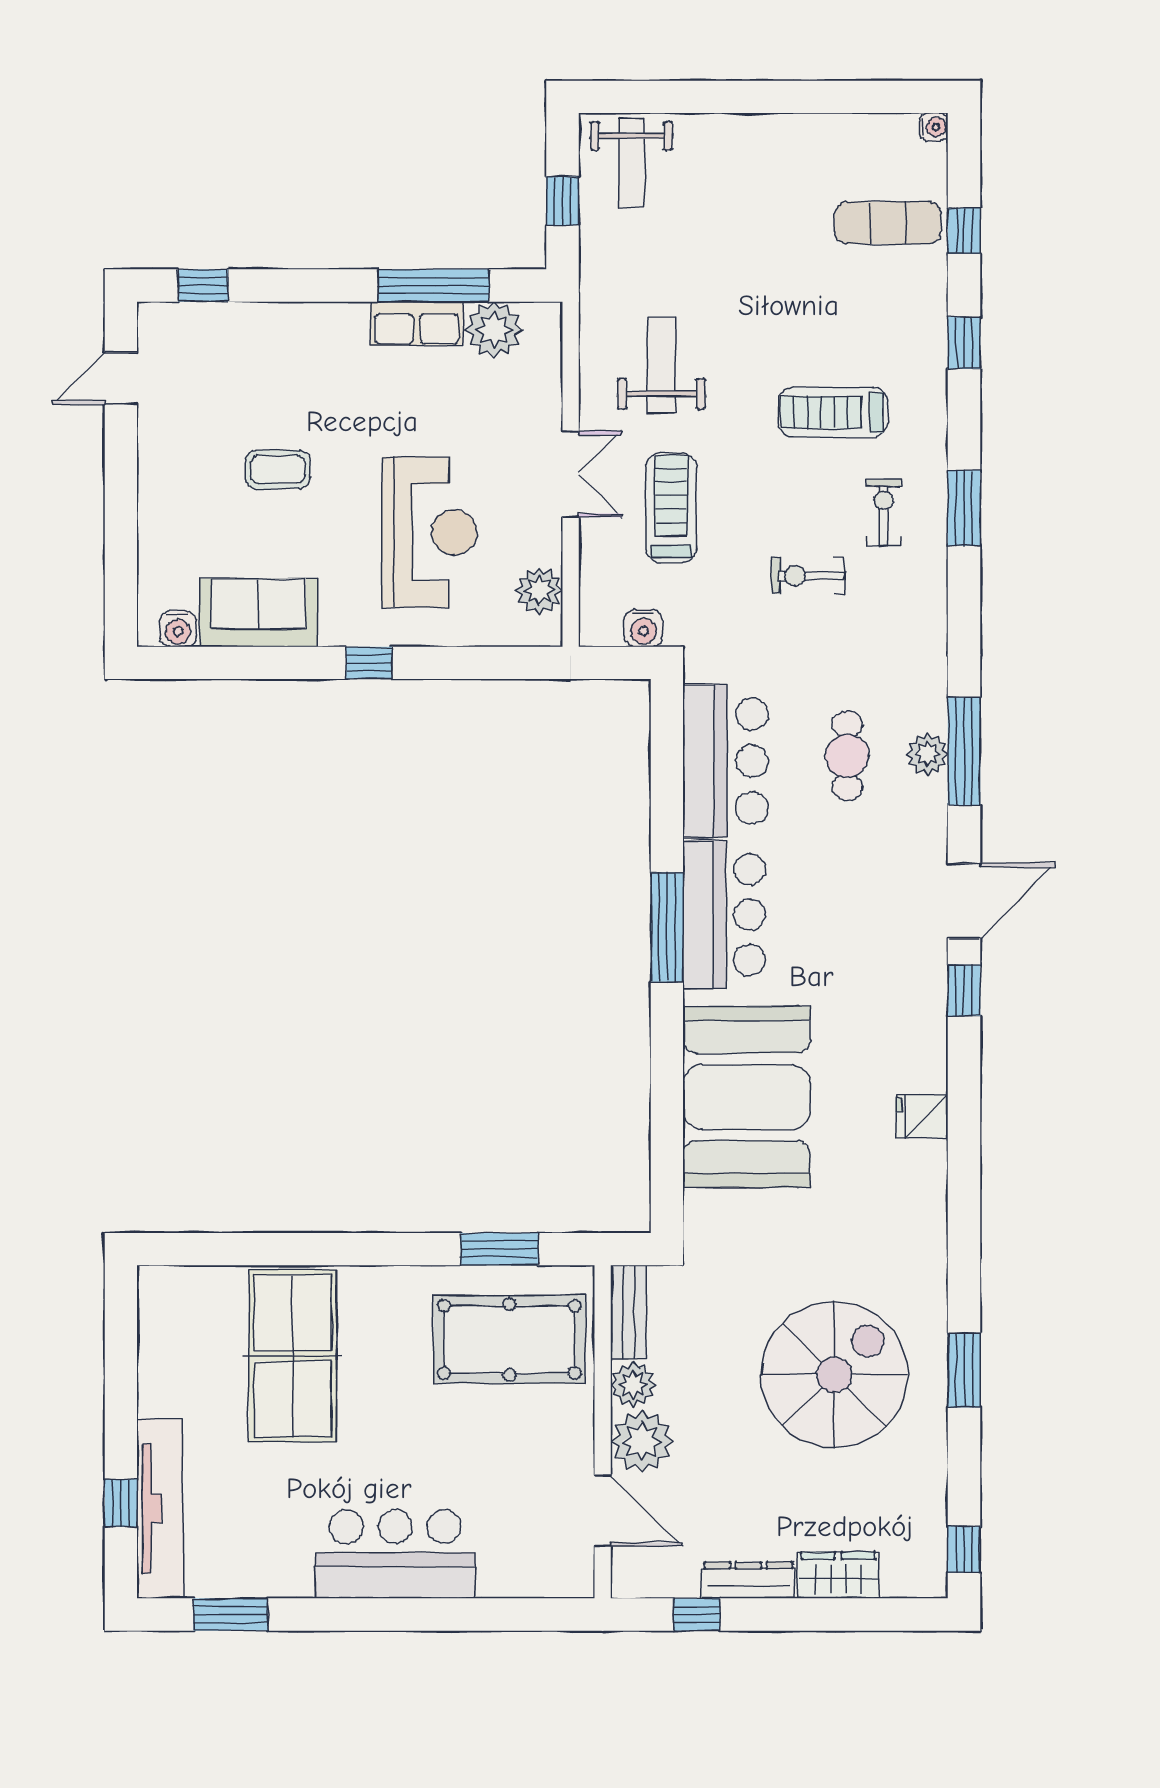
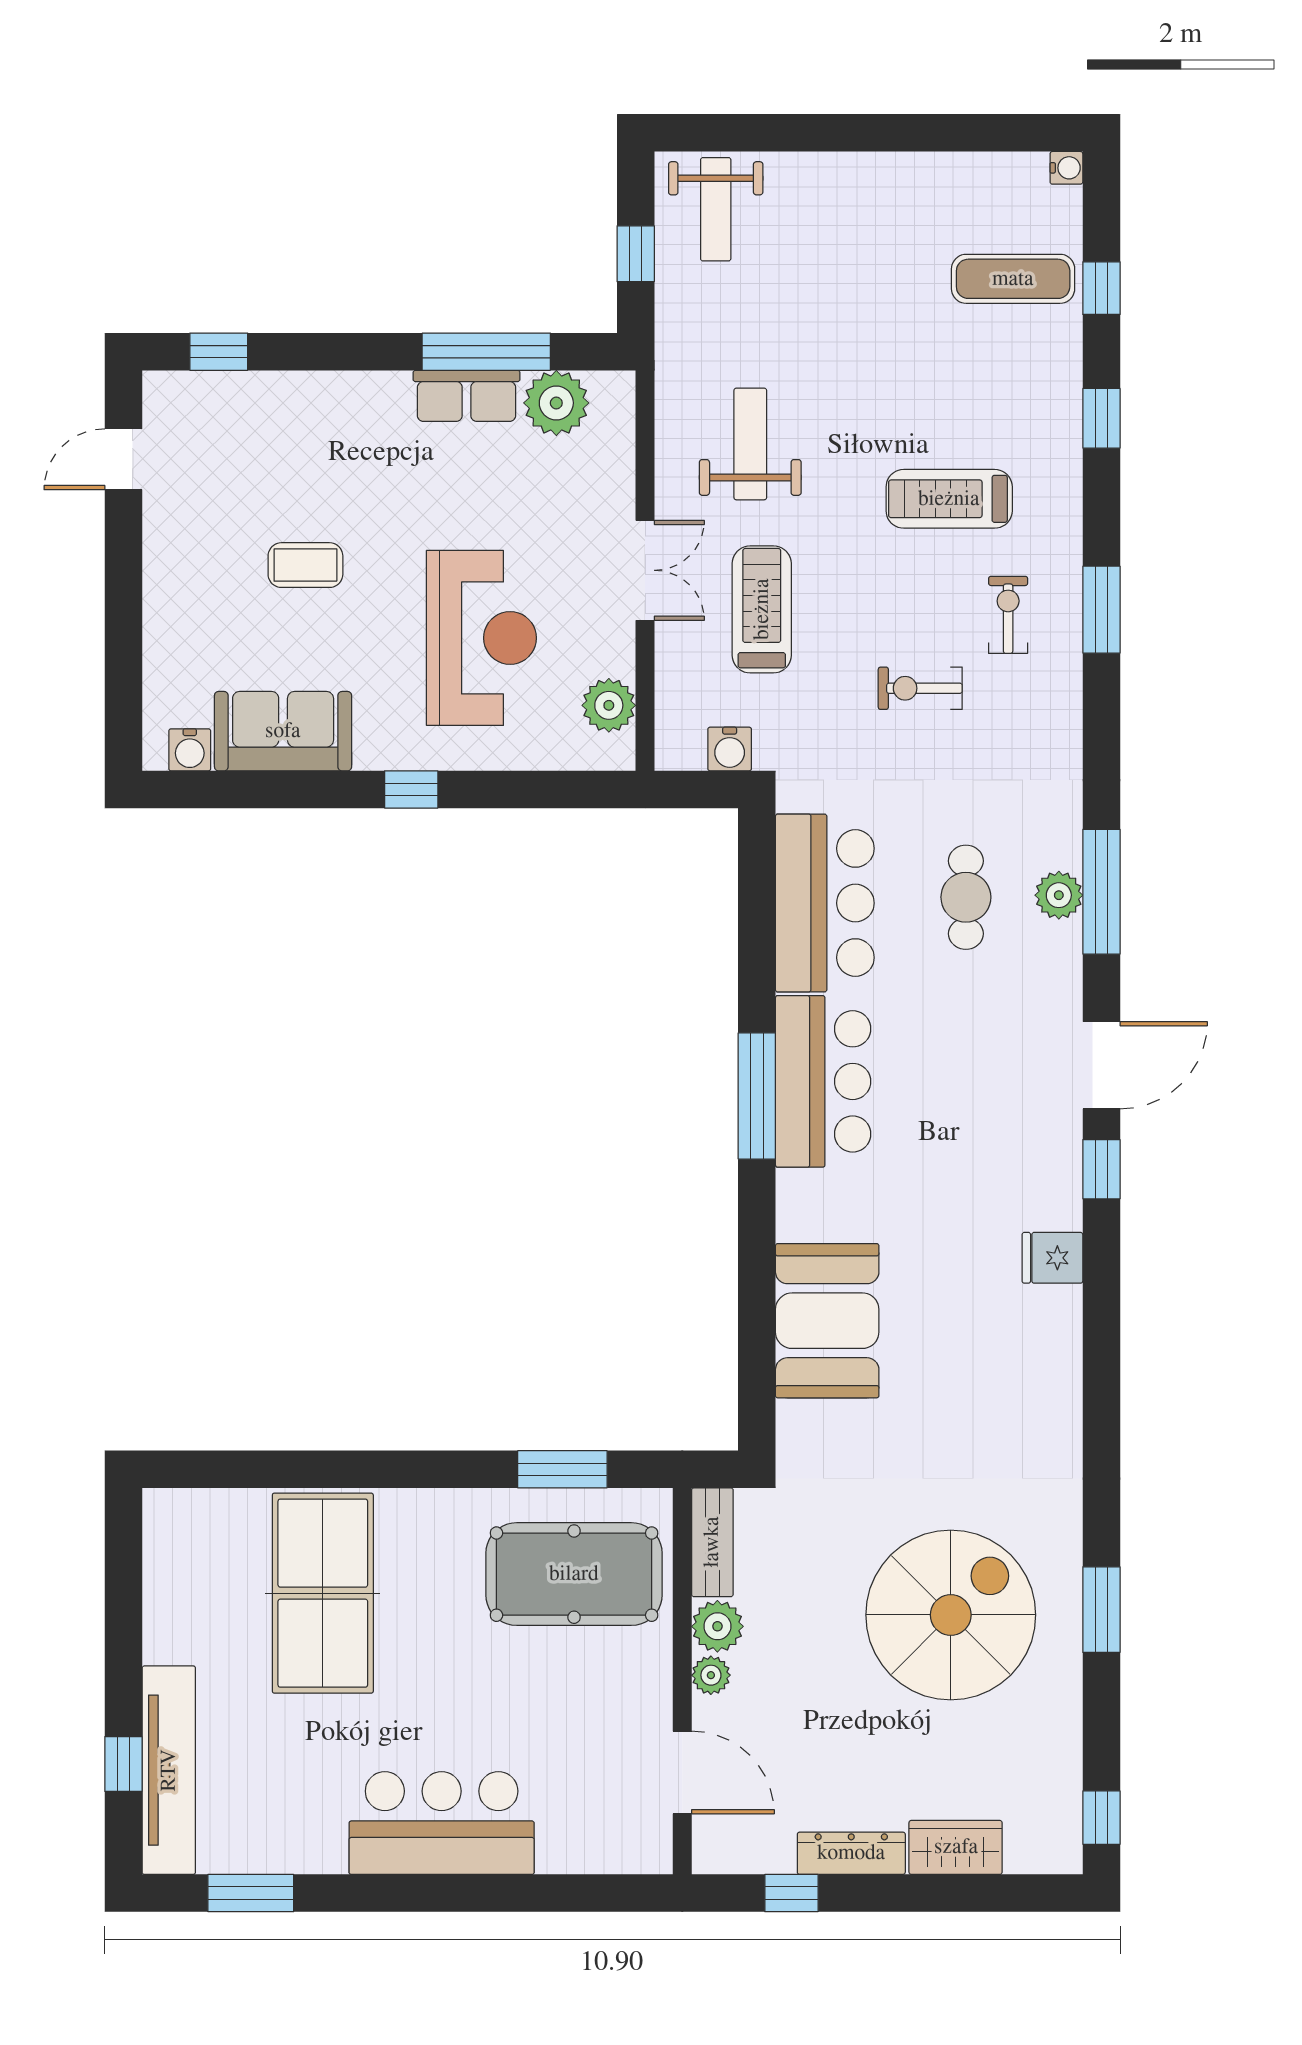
booth: (746, 1097) -> (827, 1321), width x0.73, depth x0.70
fridge: (922, 1116) -> (1052, 1258), moved
plant: (642, 1441) -> (711, 1675), width x0.53, depth x0.53

